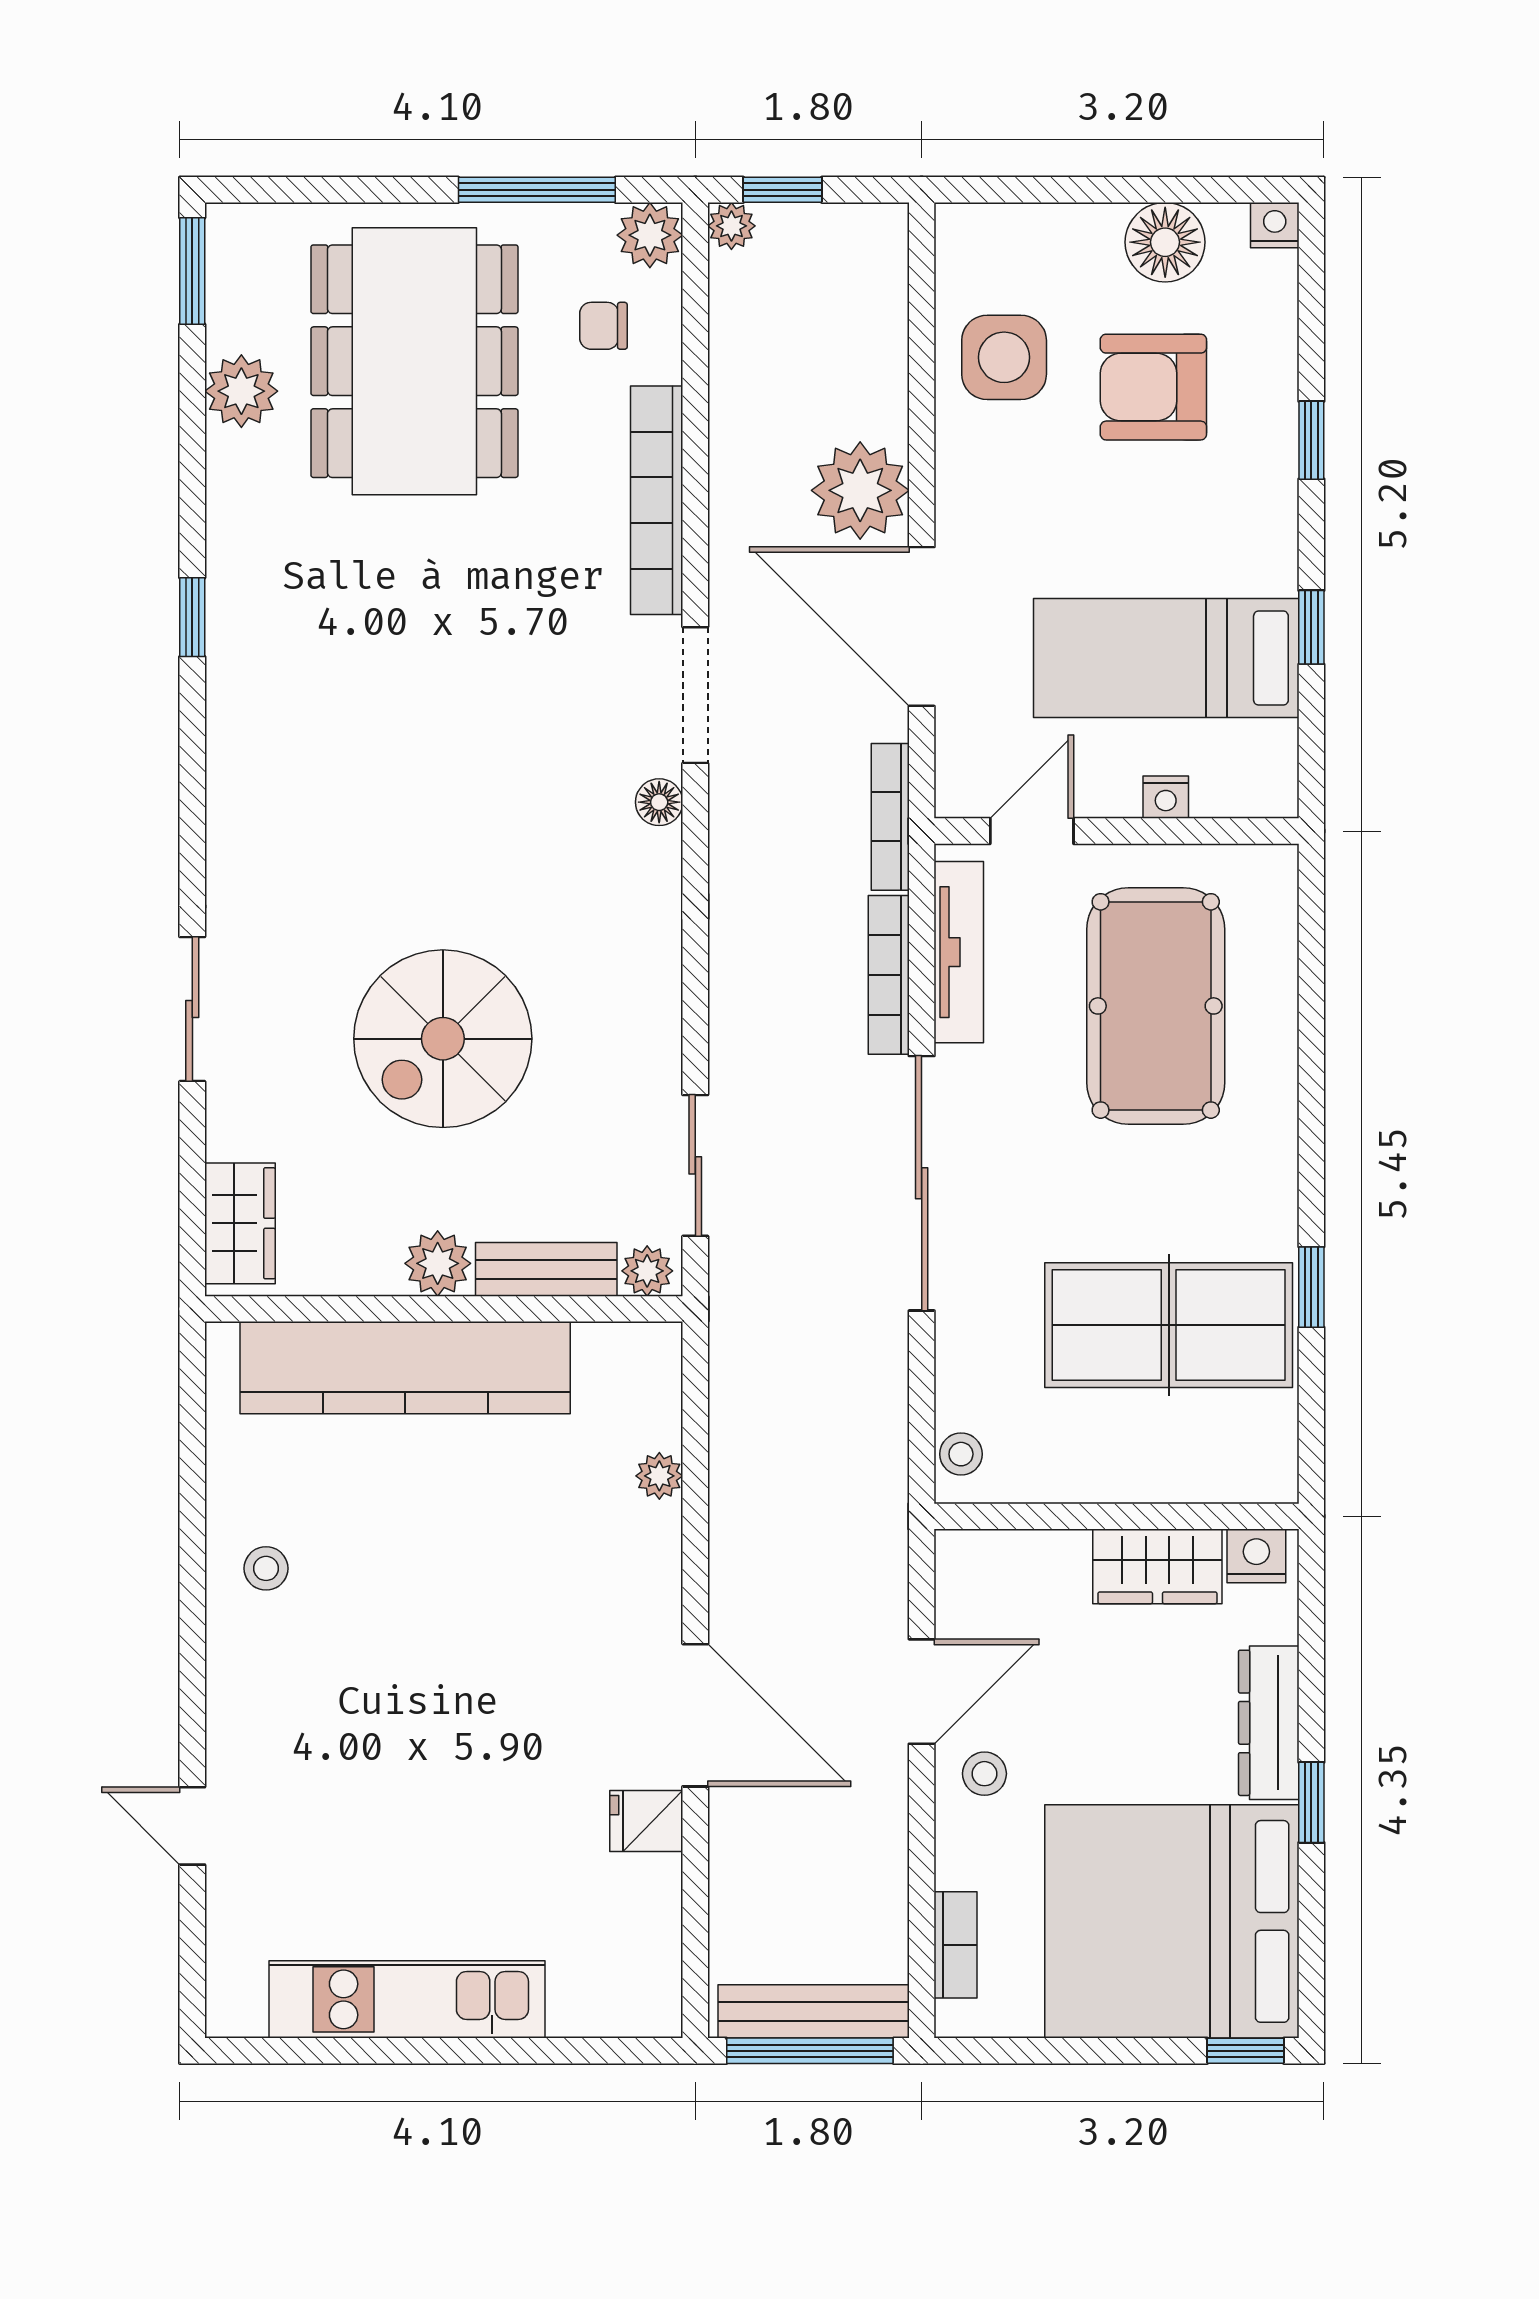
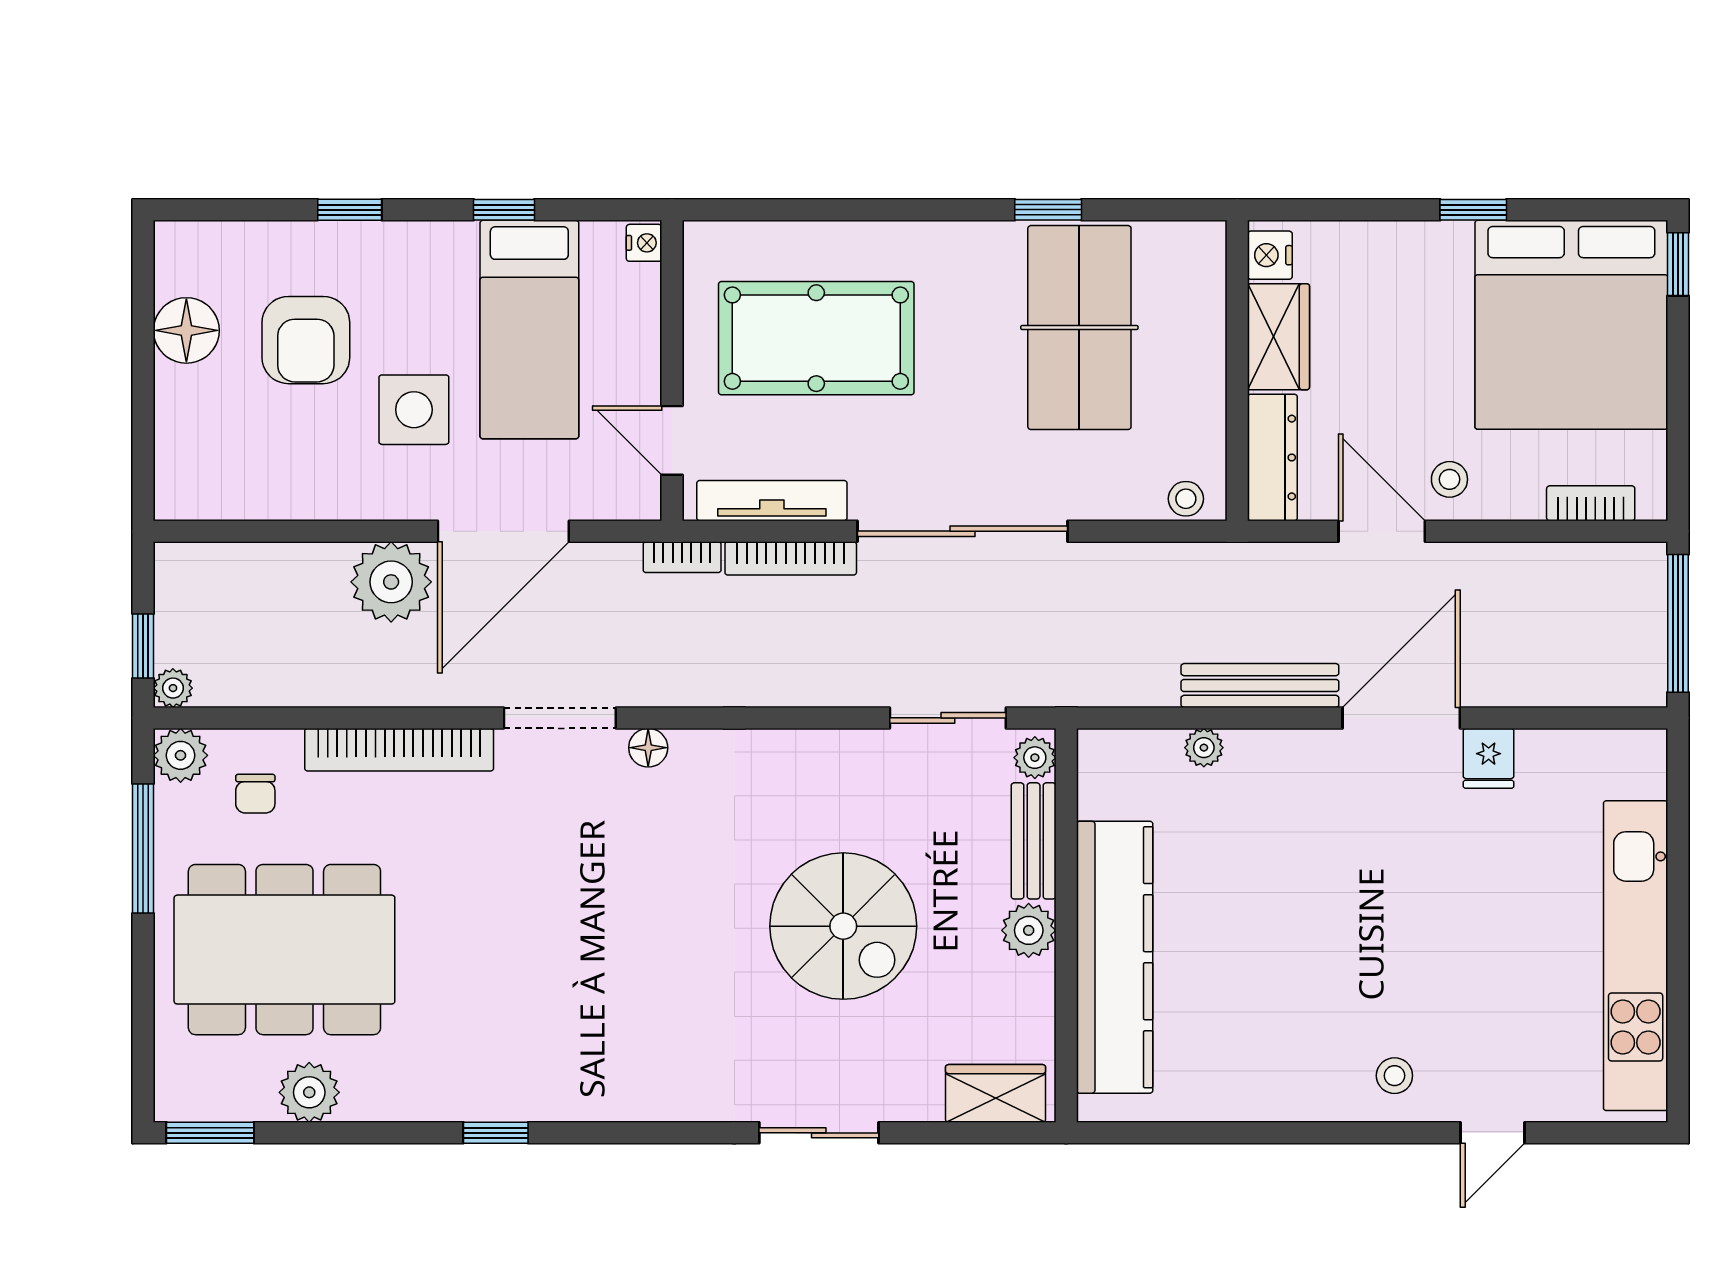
nightstand: (1275, 225) -> (172, 240), removed
side table: (1004, 357) -> (414, 410), moved
nightstand: (1166, 797) -> (644, 243), moved
bookcase: (890, 817) -> (682, 557), width x0.64
stool: (266, 1568) -> (1394, 1076), moved
dresser: (1269, 1723) -> (1272, 457), moved, turned -90
kitchen unit: (407, 1999) -> (1636, 956), width x1.36
bench: (814, 2011) -> (1260, 686), moved, turned 90

